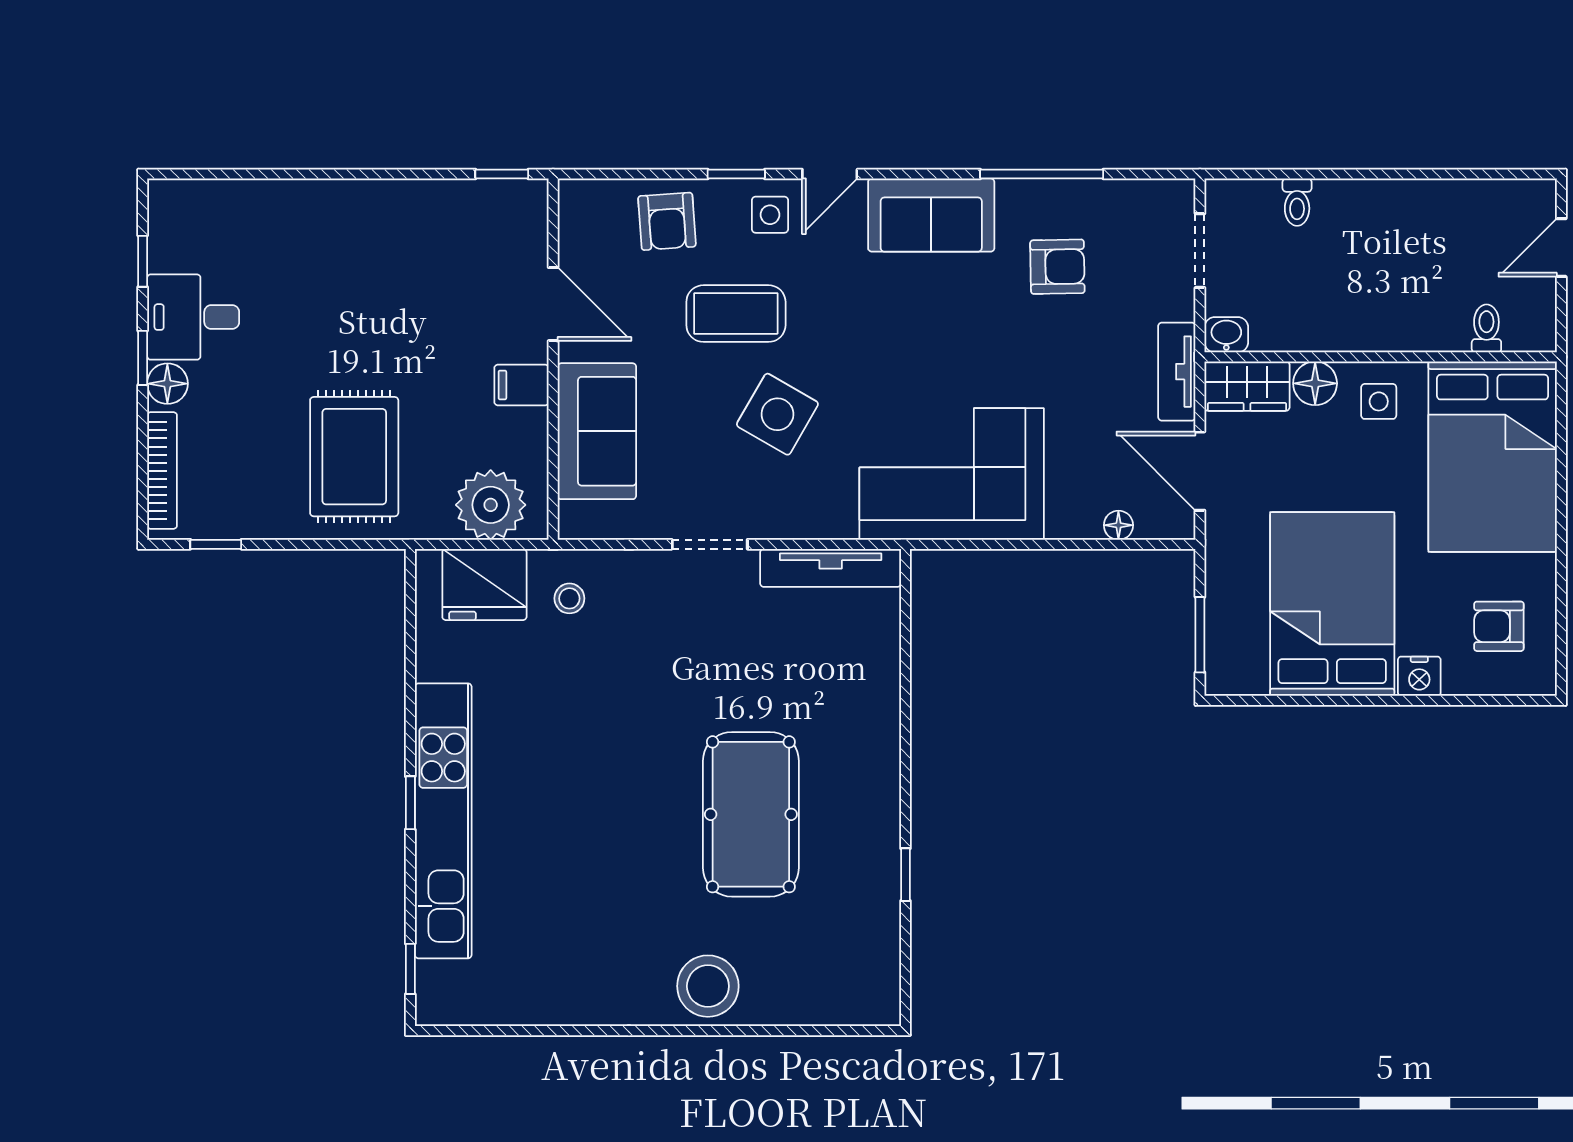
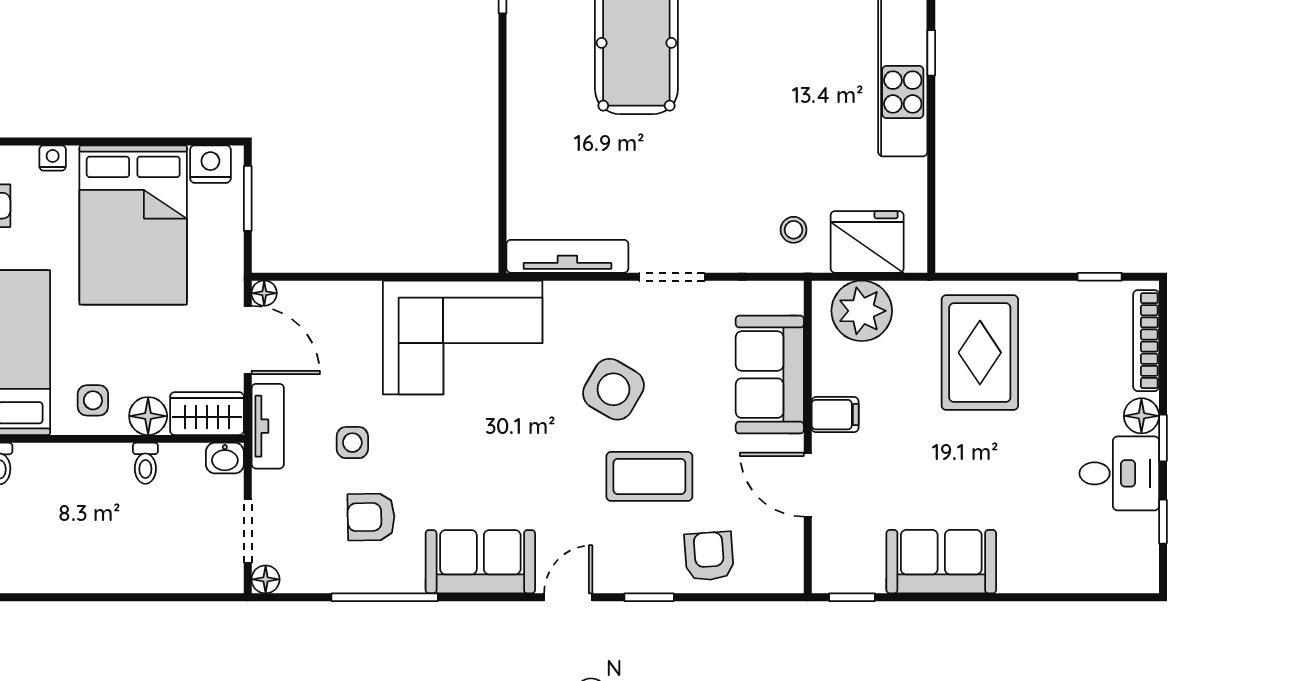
floor lamp: (1179, 195) -> (266, 579), added
toilet: (1297, 202) -> (145, 463), moved, turned 180
sofa: (399, 215) -> (941, 562), added
side table: (770, 215) -> (352, 443), moved
floor lamp: (1118, 525) -> (264, 293), moved
nightstand: (1243, 674) -> (210, 164), added
nightstand: (1419, 676) -> (53, 158), width x0.72, depth x0.74

